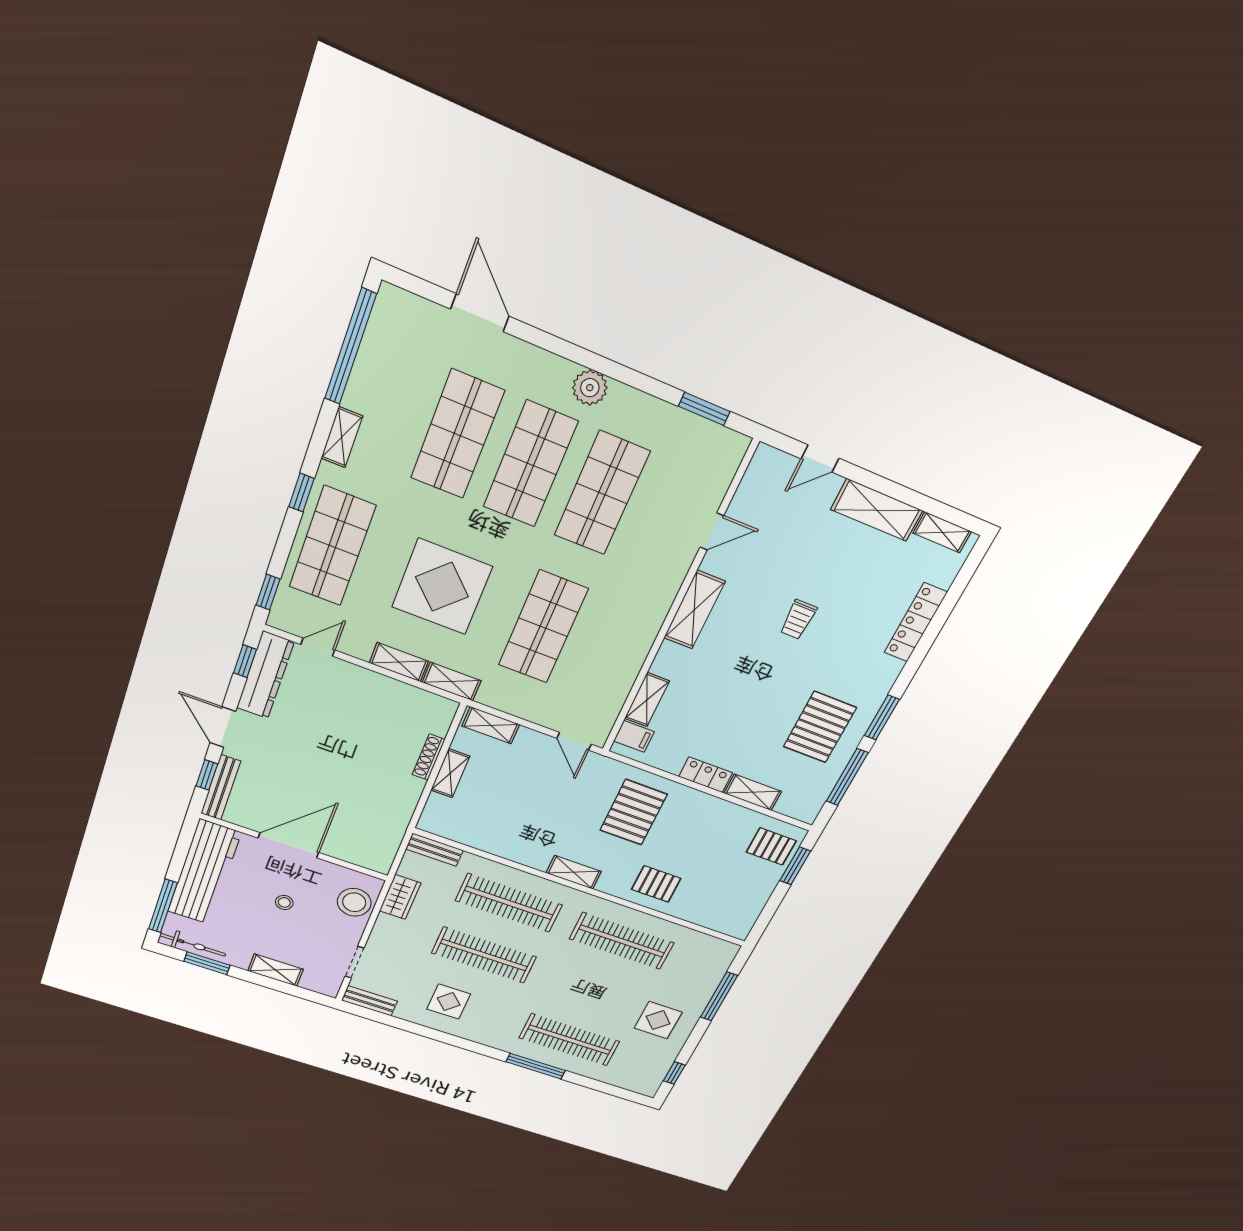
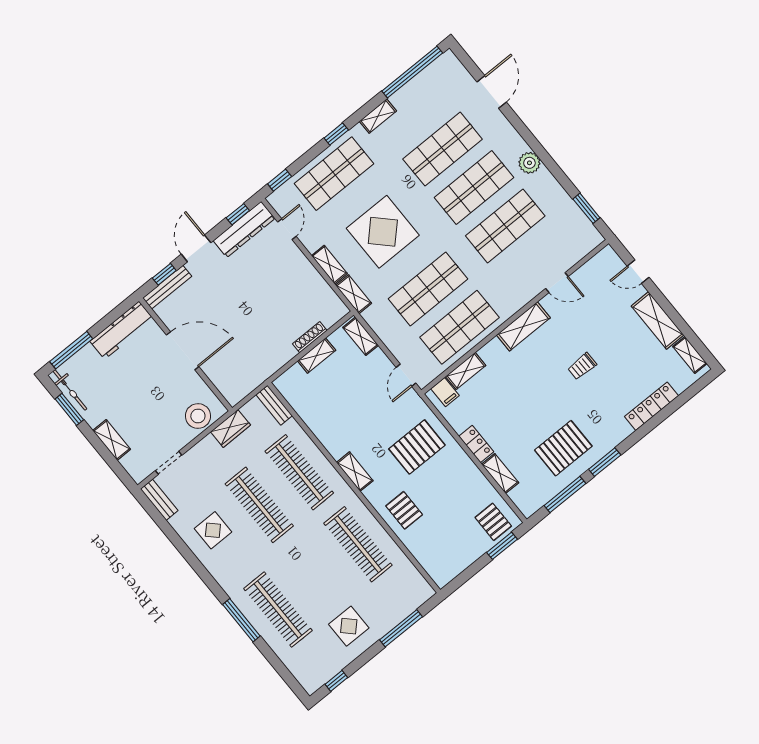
door: (318, 647) -> (287, 229), hinge flipped
shop shelf: (610, 653) -> (459, 327), added
workbench: (204, 872) -> (122, 330), width x0.73, depth x0.76
stool: (284, 902) -> (152, 391), removed

